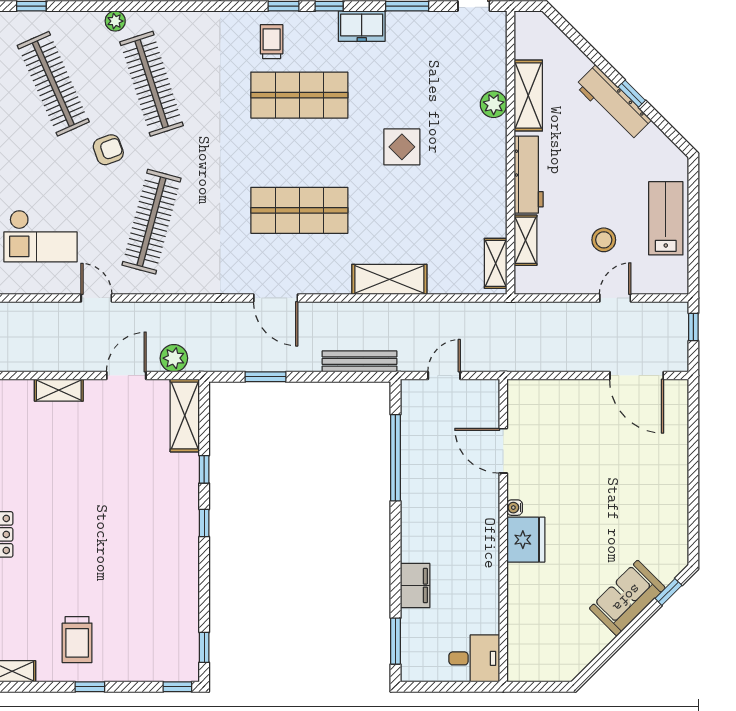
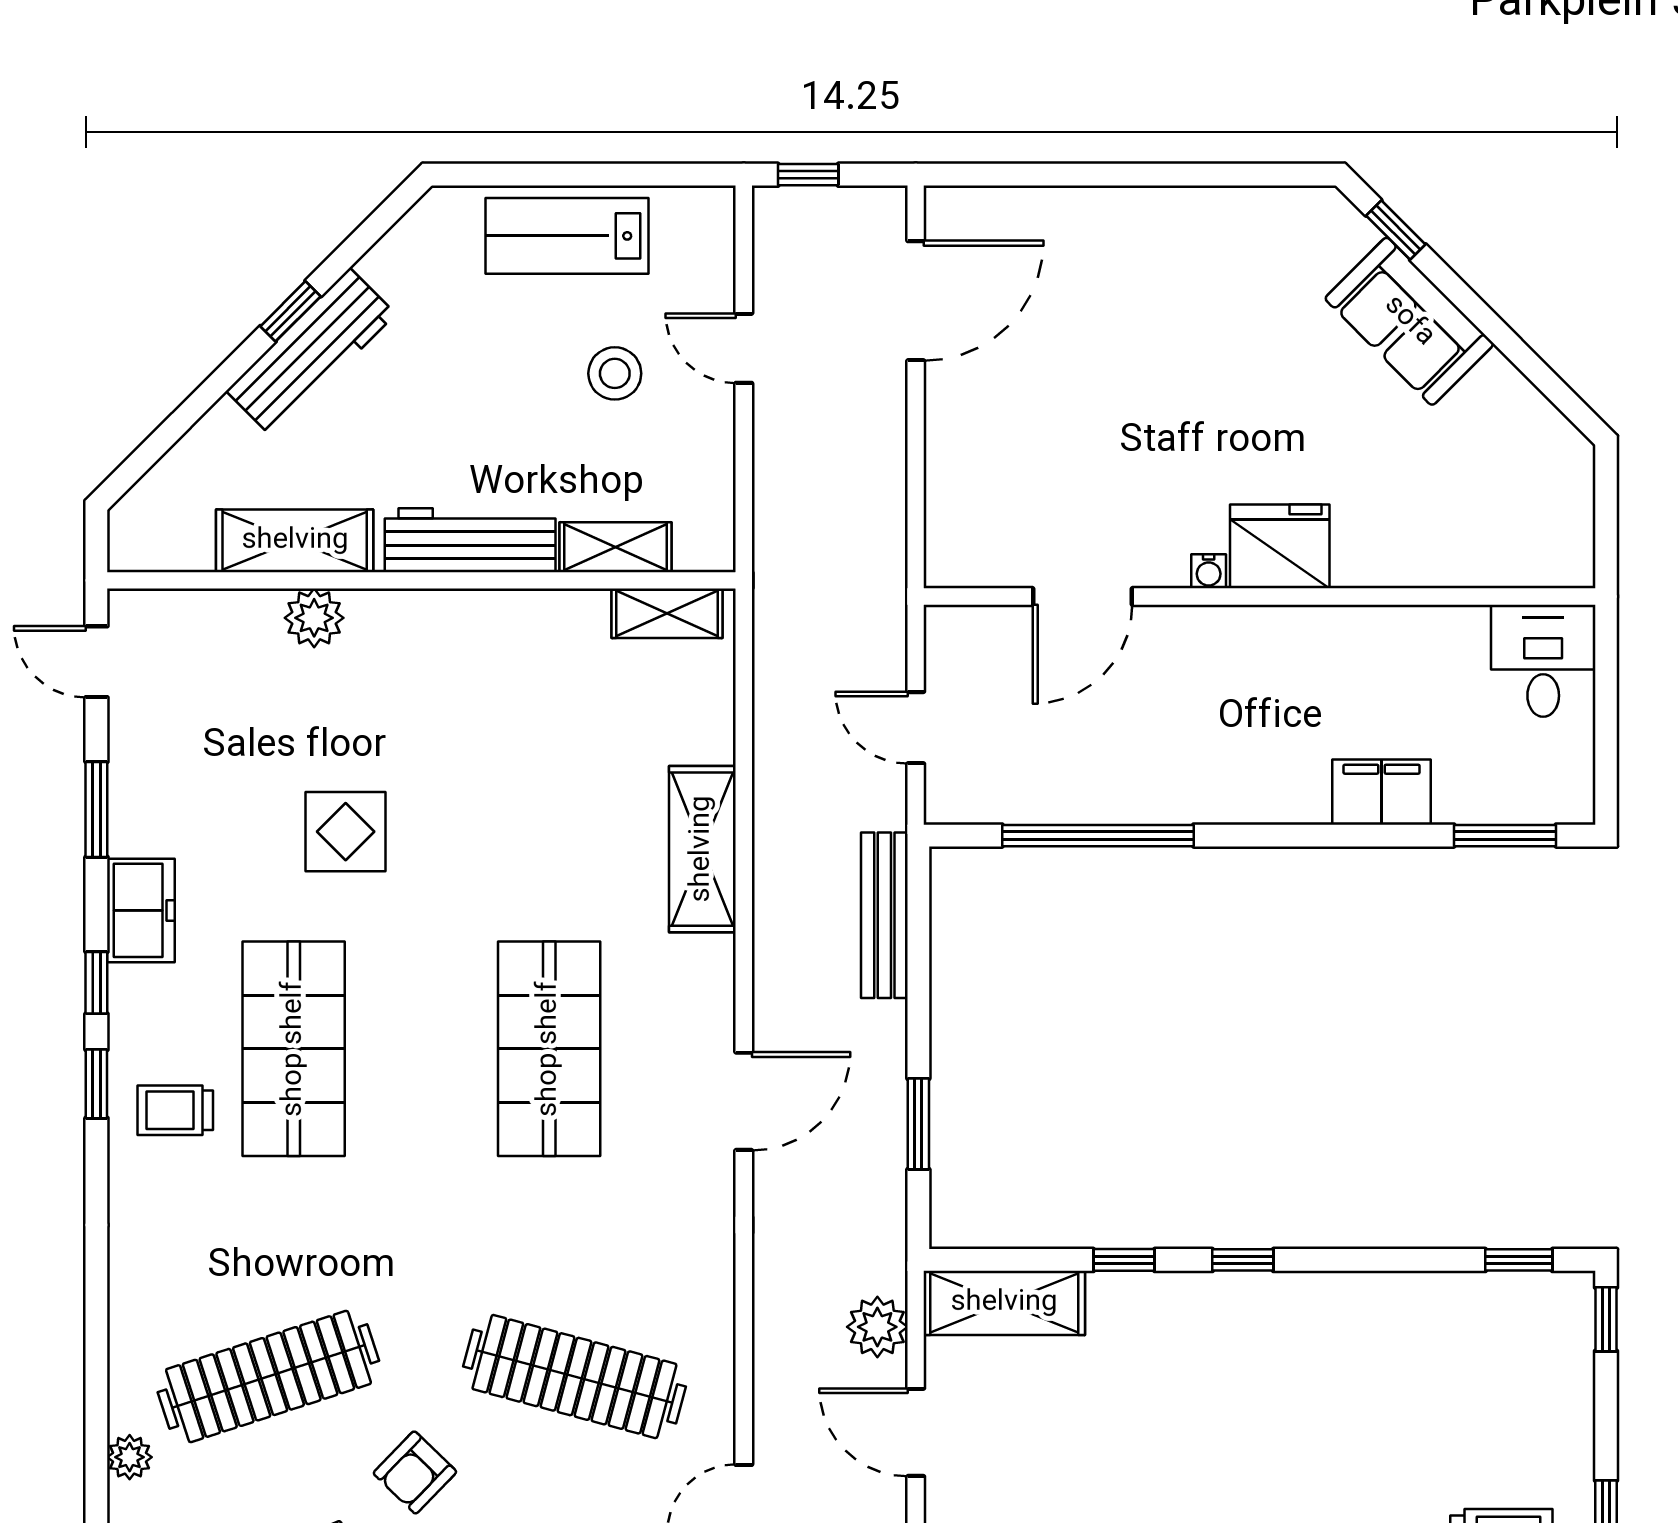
display table: (402, 147) -> (346, 832), moved
armchair: (108, 150) -> (415, 1472), turned -116

